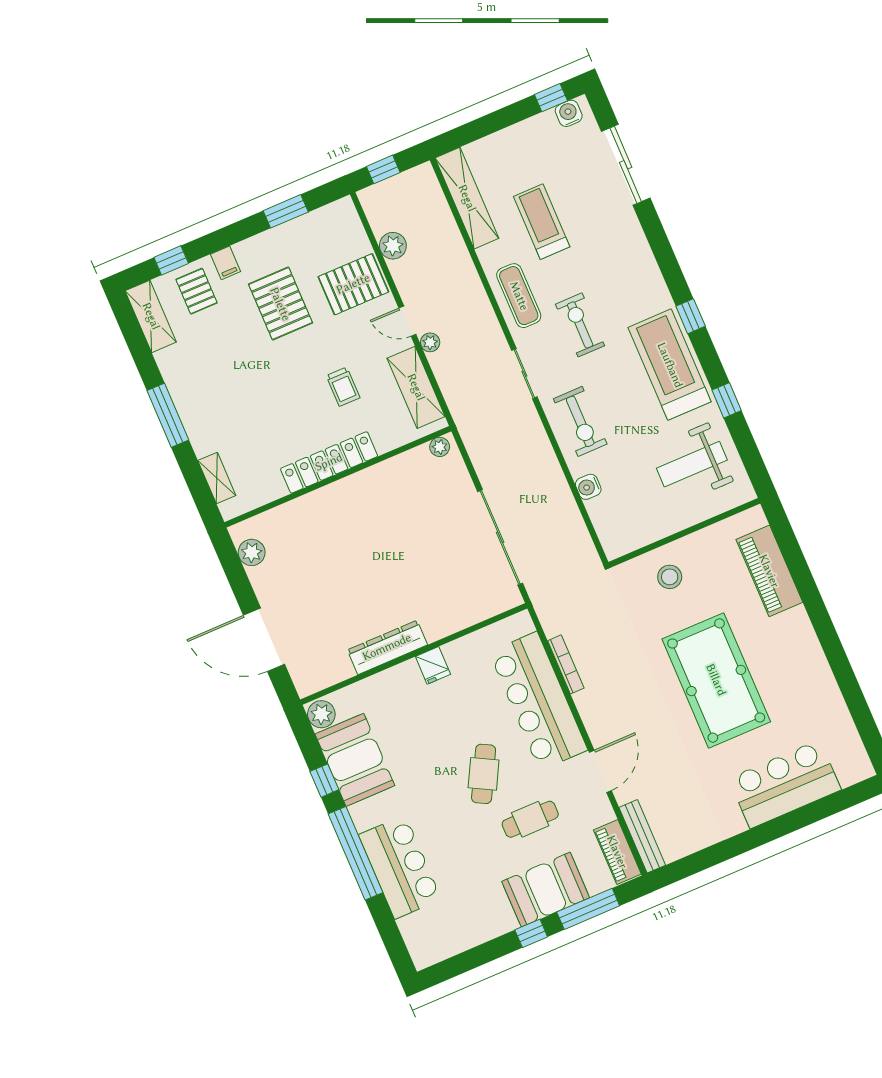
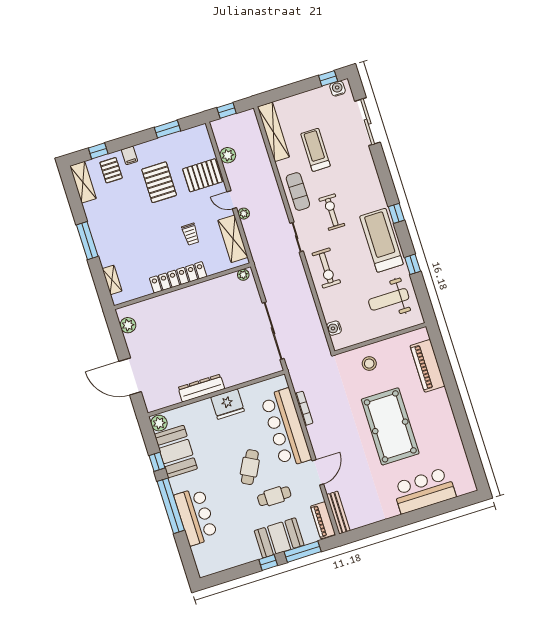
water cooler: (588, 487) -> (334, 328), moved
fridge: (433, 665) -> (228, 404), width x1.88, depth x1.34

